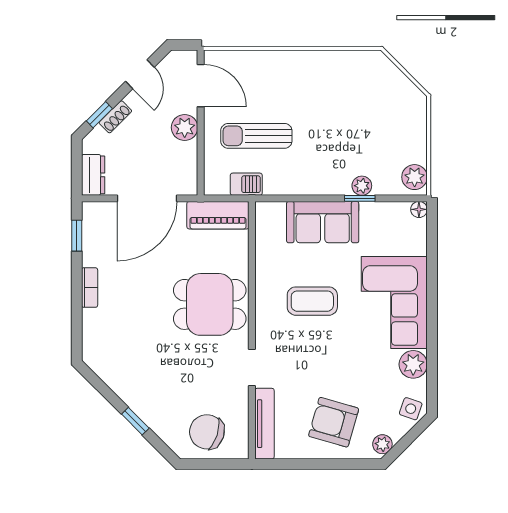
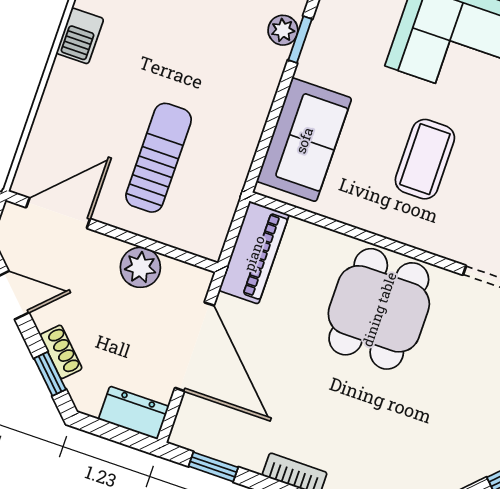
plant: (185, 127) -> (140, 267), moved
sun lounger: (256, 136) -> (159, 158), turned 180
barbecue: (246, 184) -> (80, 36), moved, turned 180
sofa: (323, 222) -> (304, 140), moved

